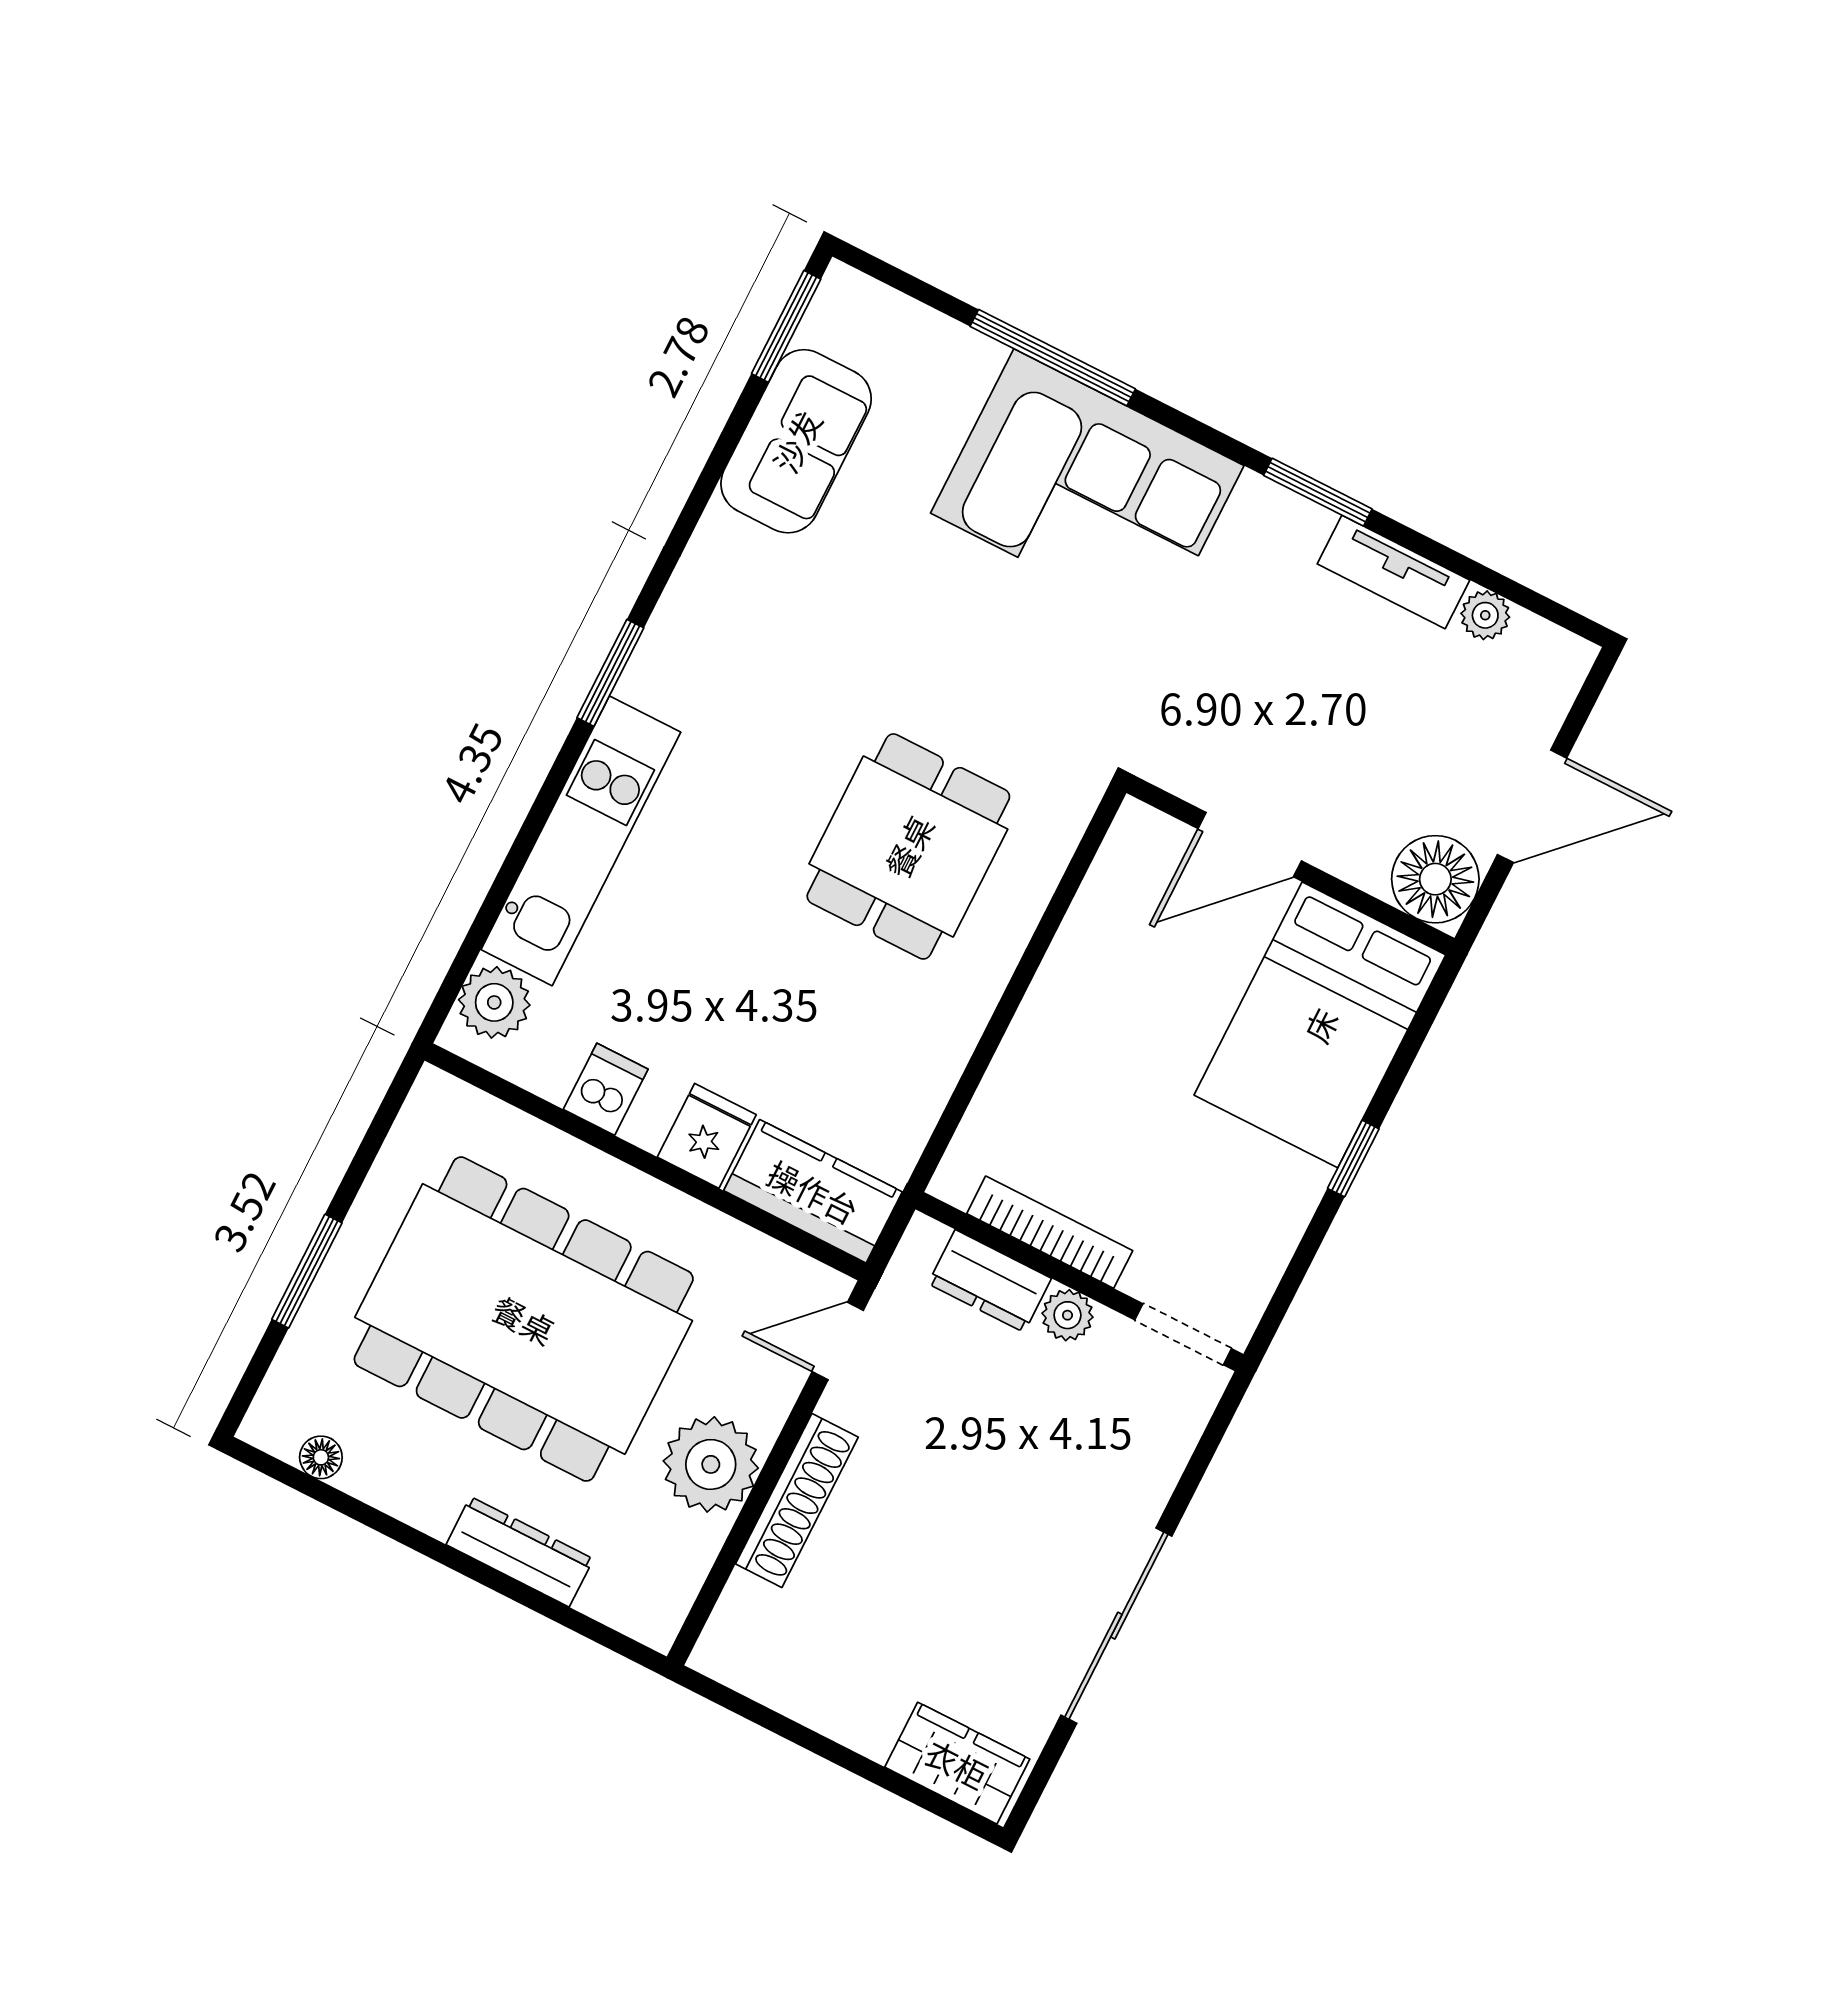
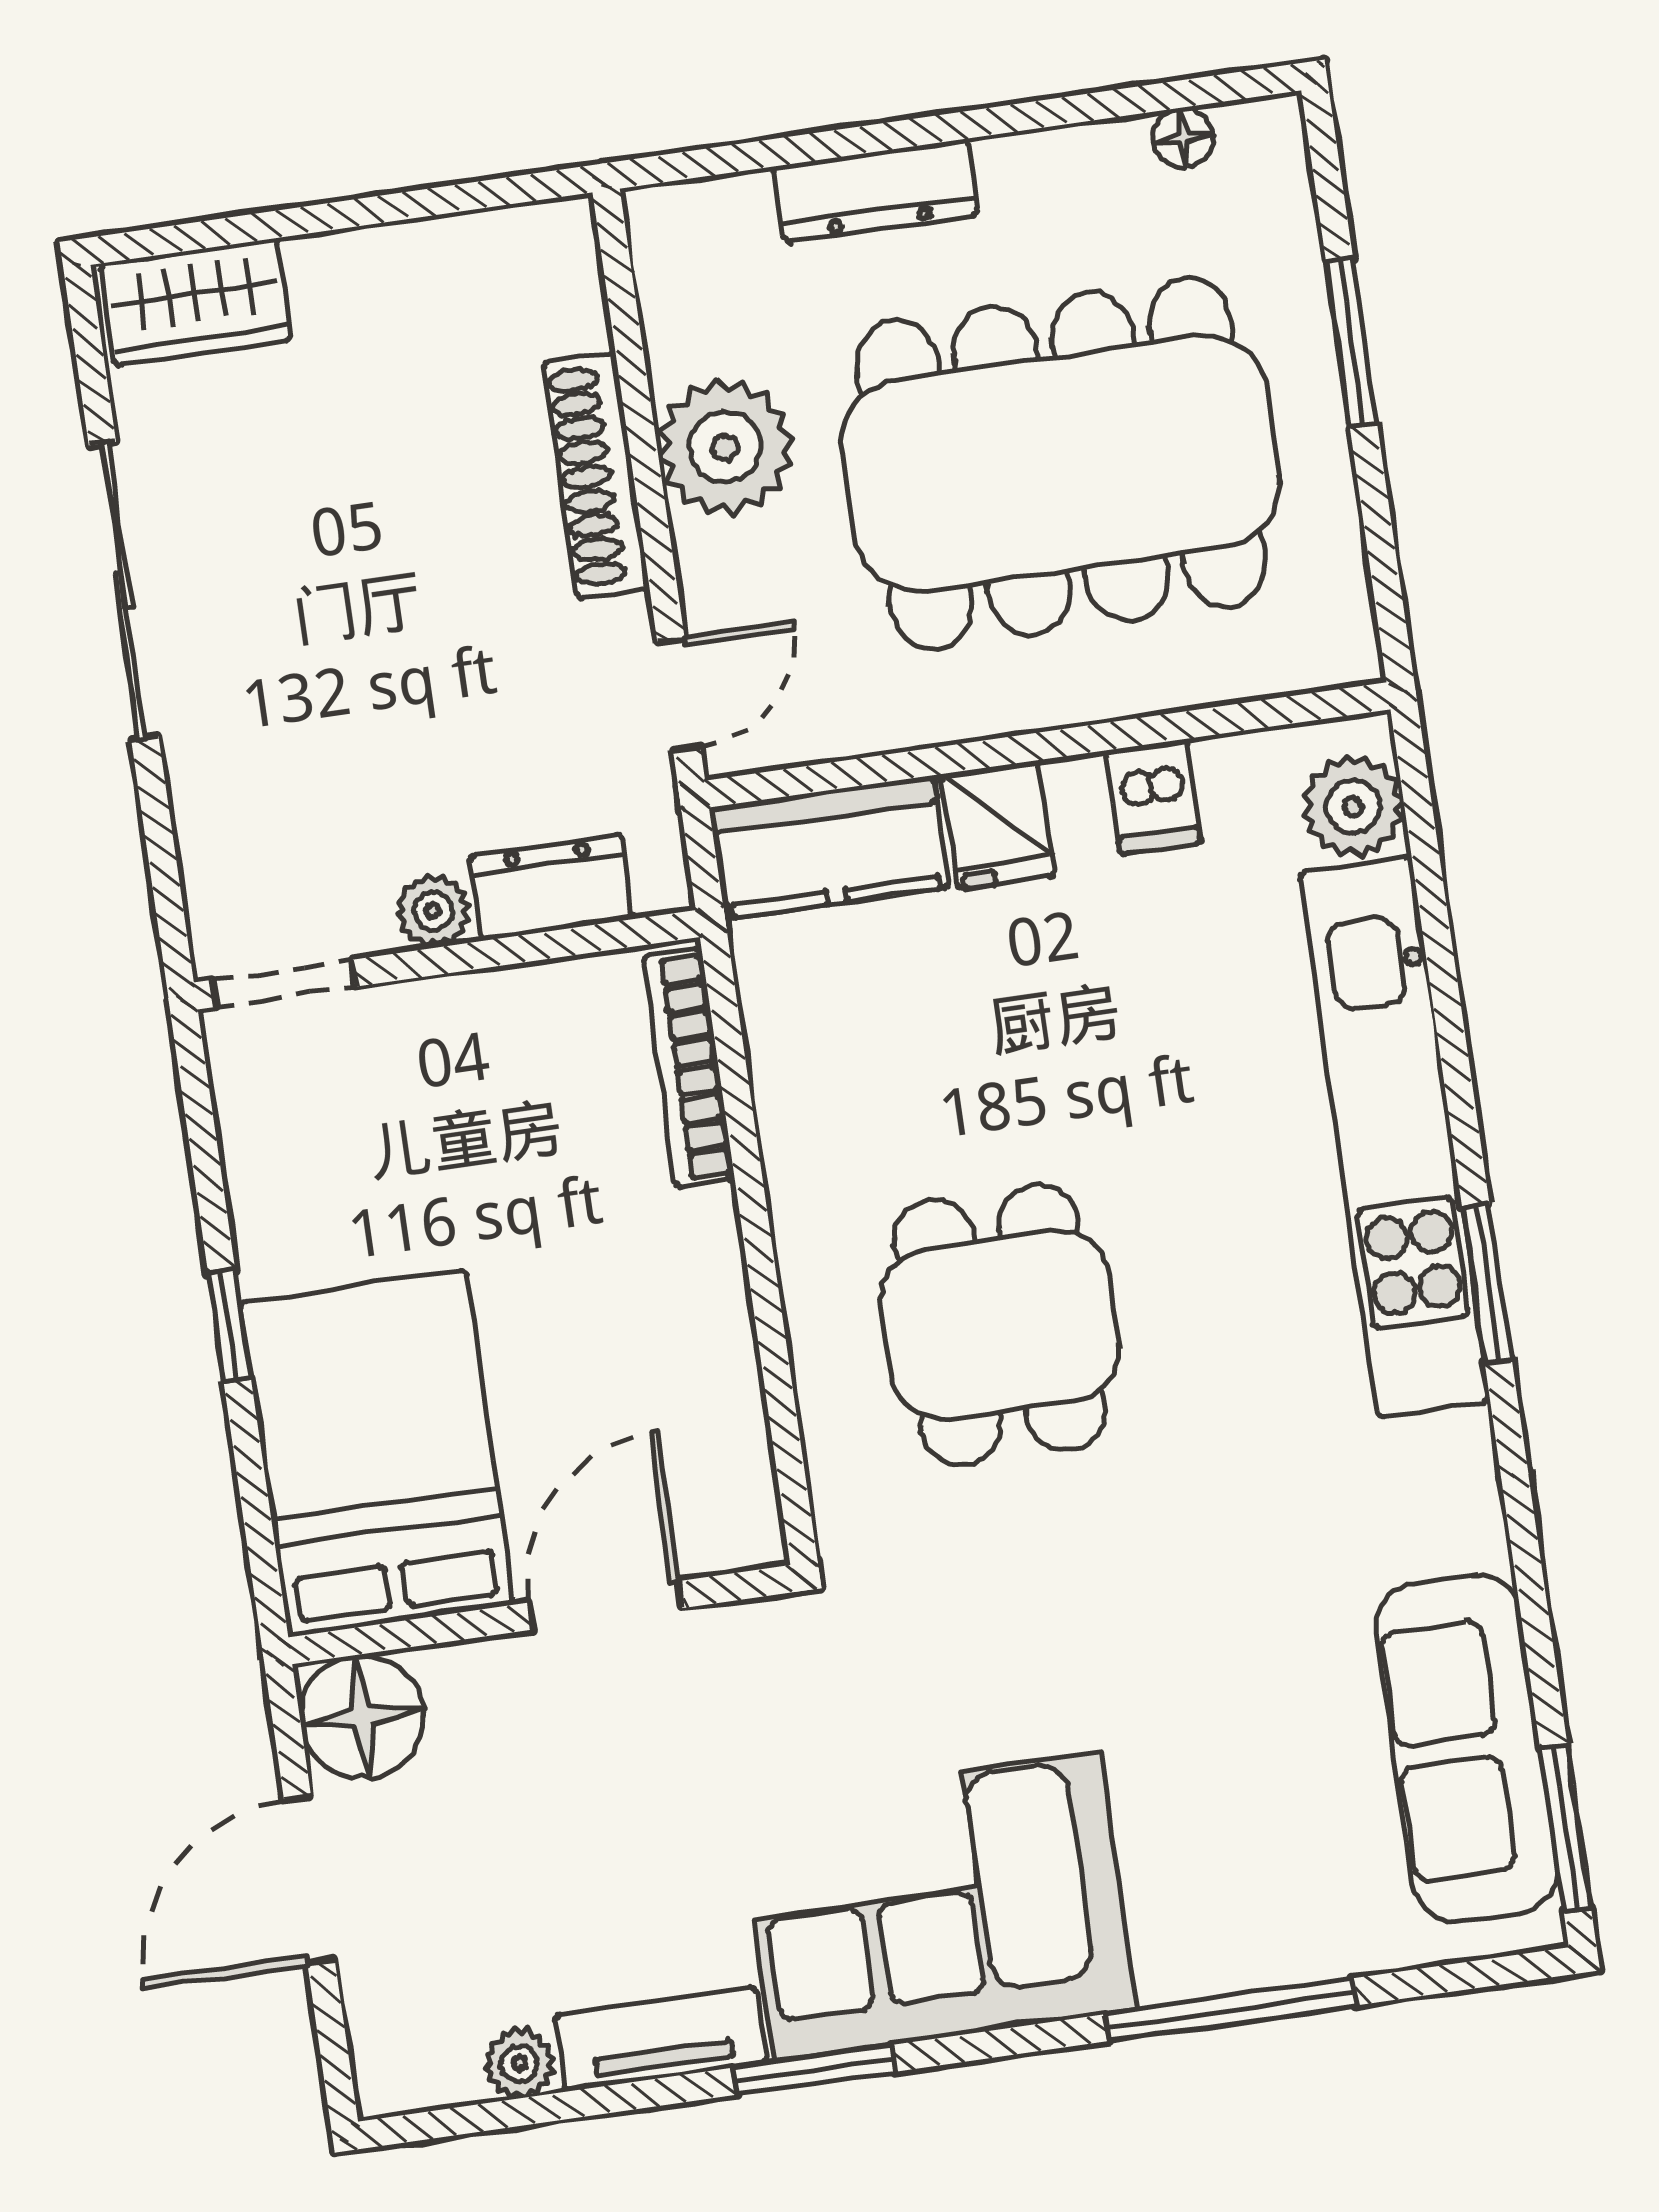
sofa: (796, 441) -> (1467, 1748), width x1.36
corner sofa: (1087, 489) -> (937, 1906), moved
kitchen unit: (581, 841) -> (1395, 1137), width x1.36
bookcase: (1050, 1232) -> (689, 1068), moved, turned 90

